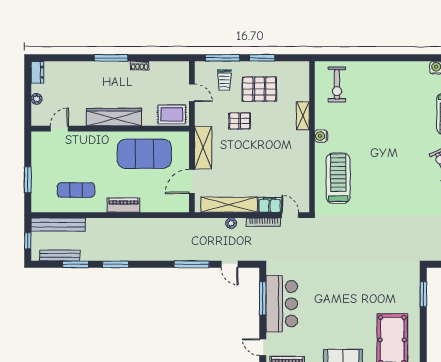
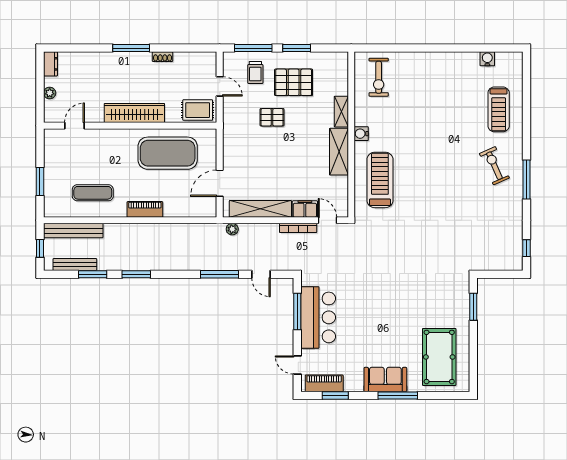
shelving: (203, 148) -> (339, 152), moved
plant: (231, 223) -> (232, 229), moved

